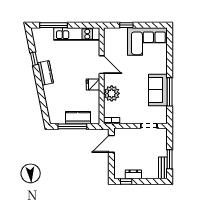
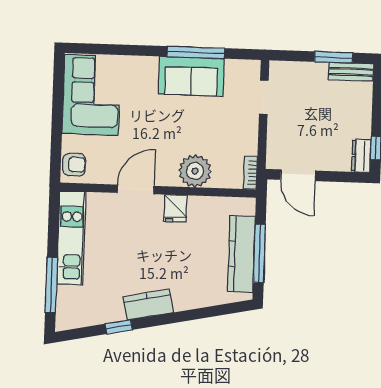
window: (126, 25) -> (56, 136), removed
armchair: (113, 34) -> (74, 165), added
kitchen counter: (78, 118) -> (241, 254), width x1.50
dresser: (133, 174) -> (361, 156), moved

